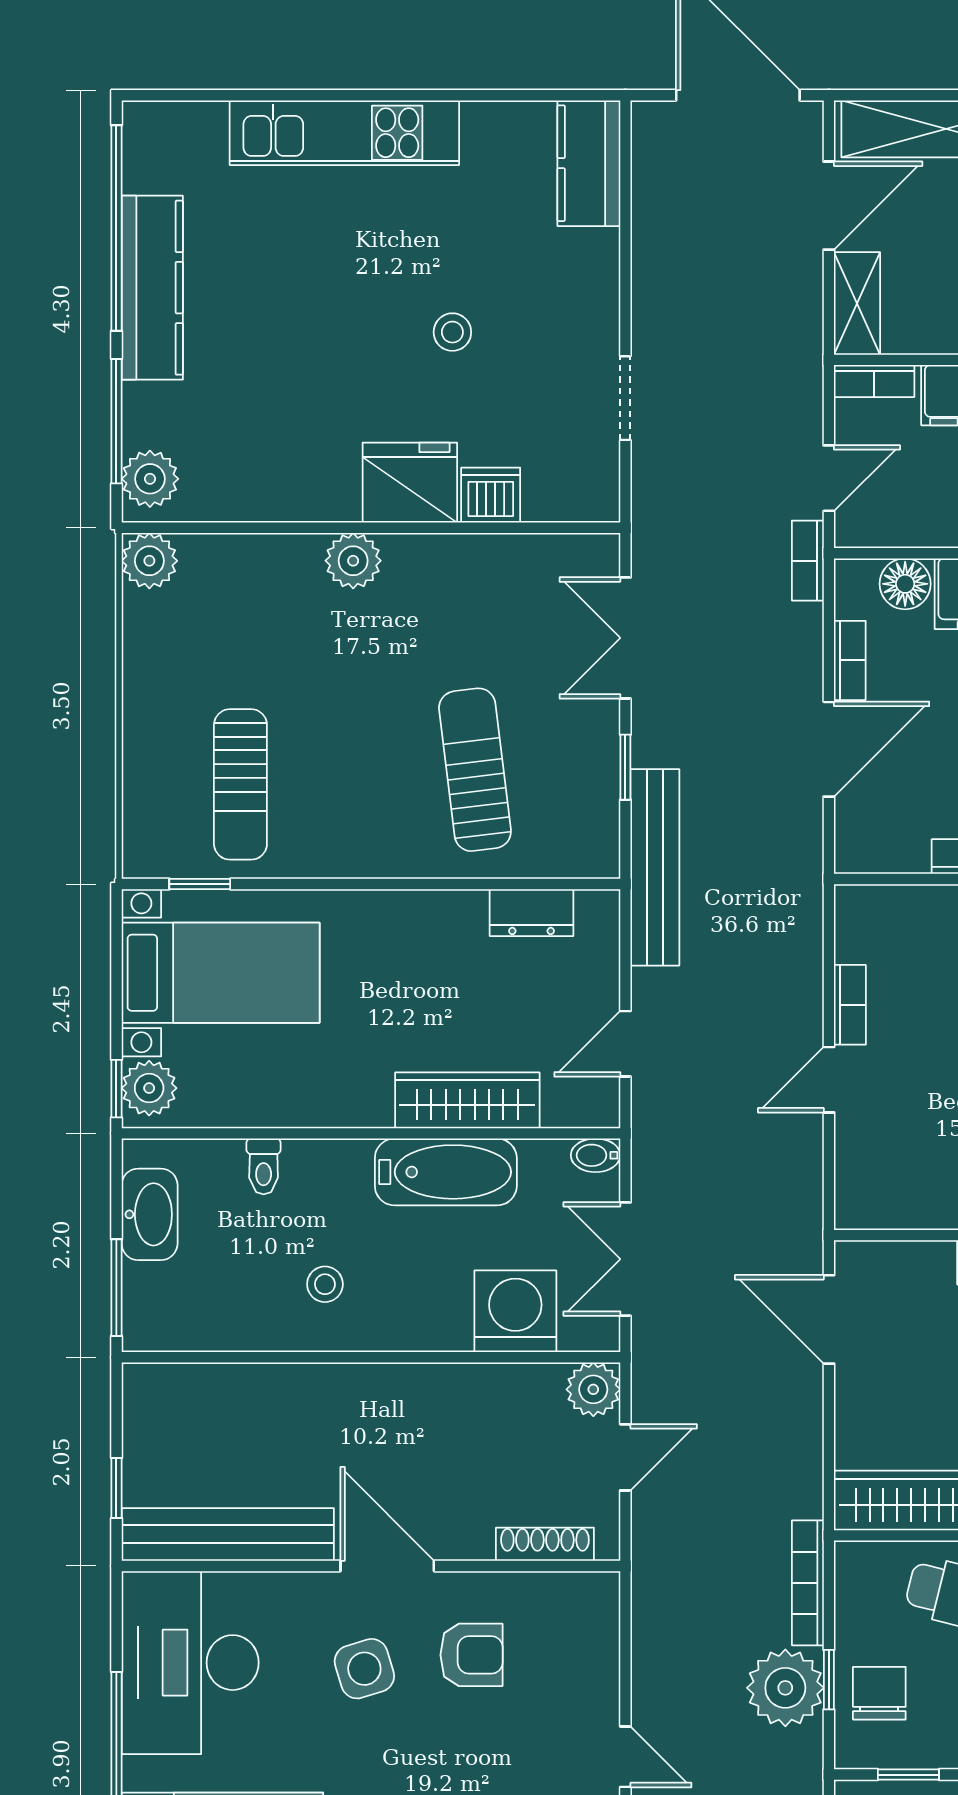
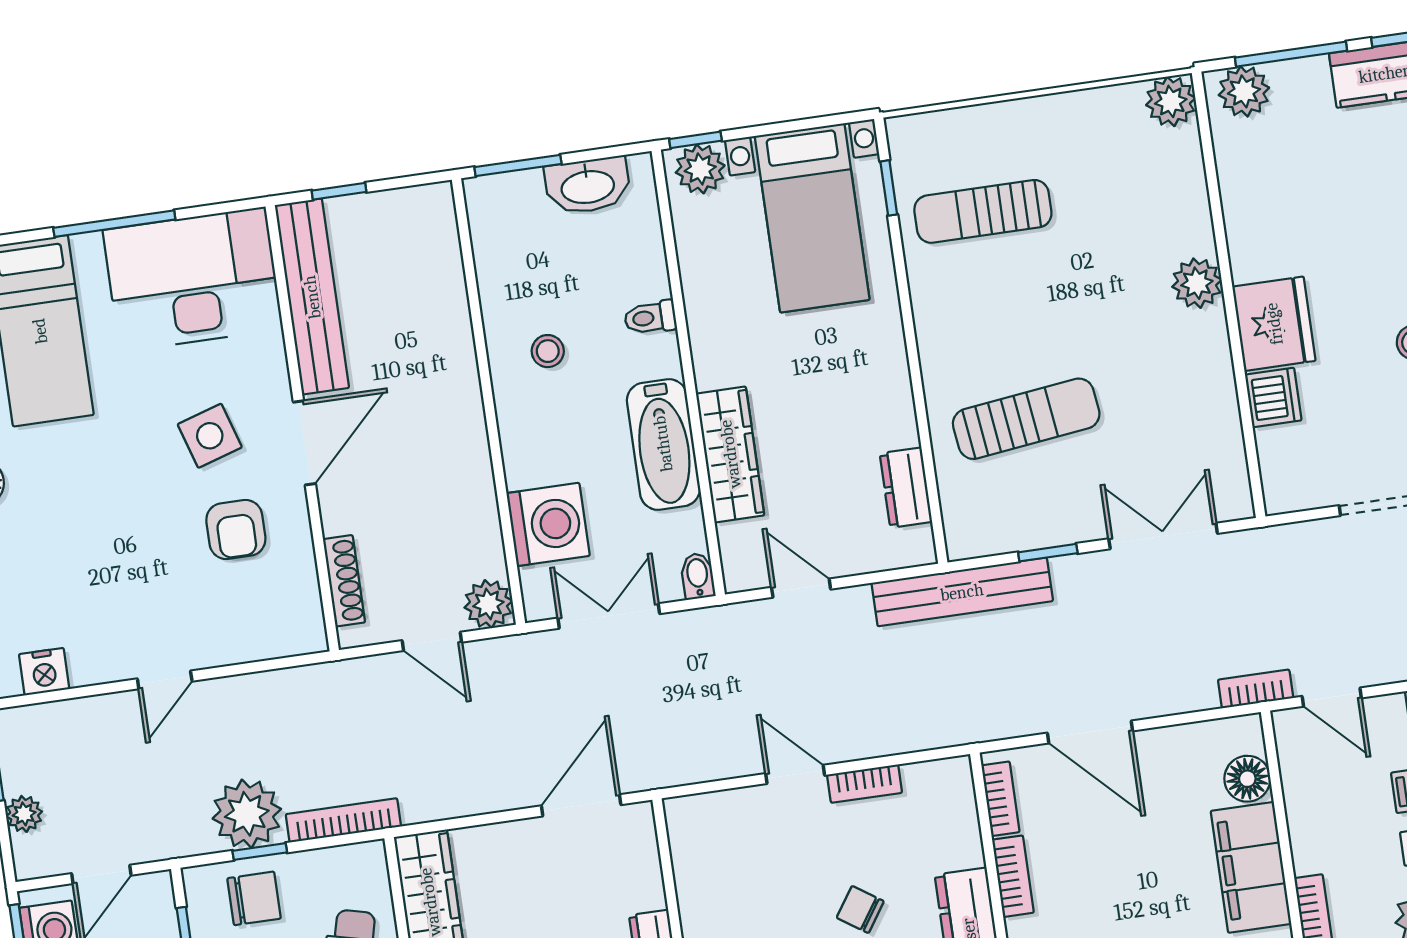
bookcase: (850, 660) -> (1000, 799), moved, turned -90
toilet: (264, 1166) -> (650, 318), moved

